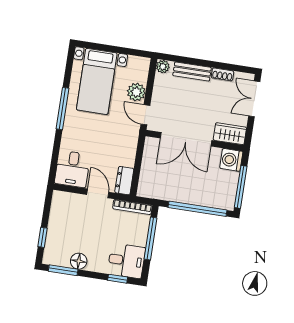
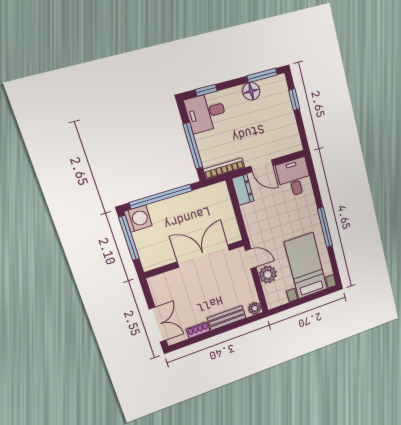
wardrobe: (230, 134) -> (165, 282), removed
washing machine: (231, 160) -> (138, 219), moved

